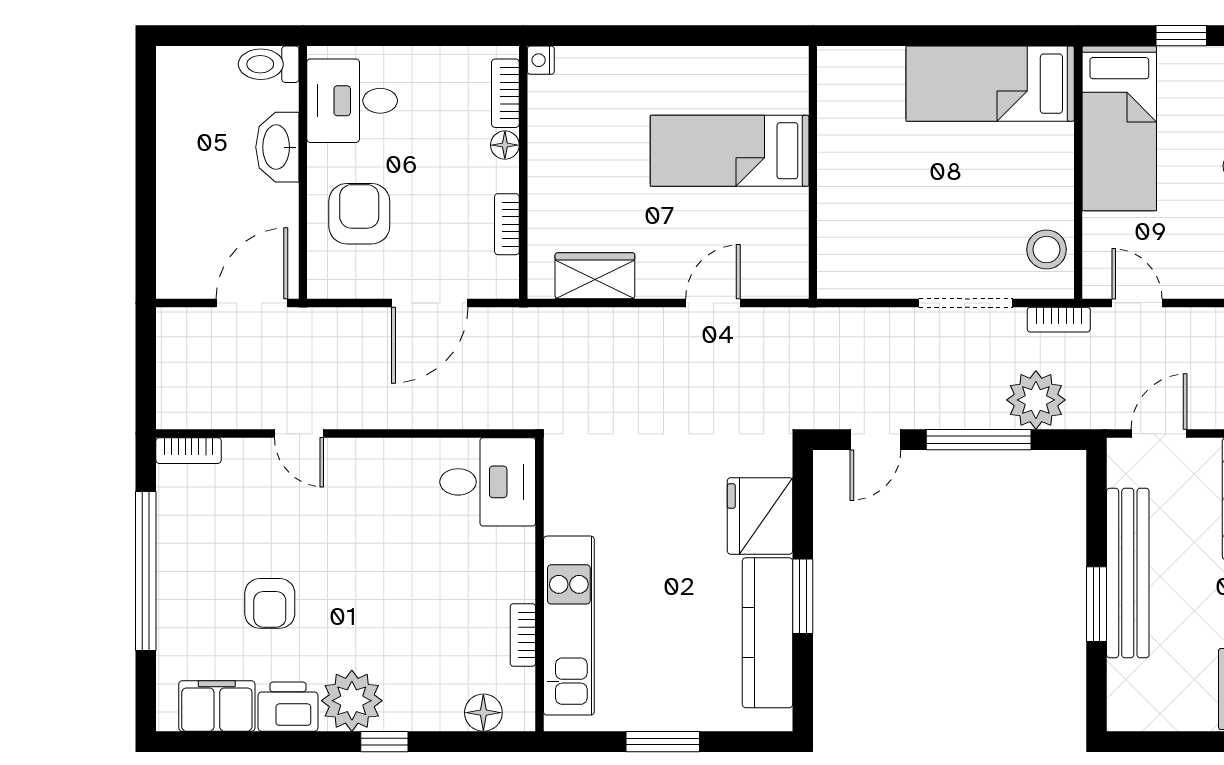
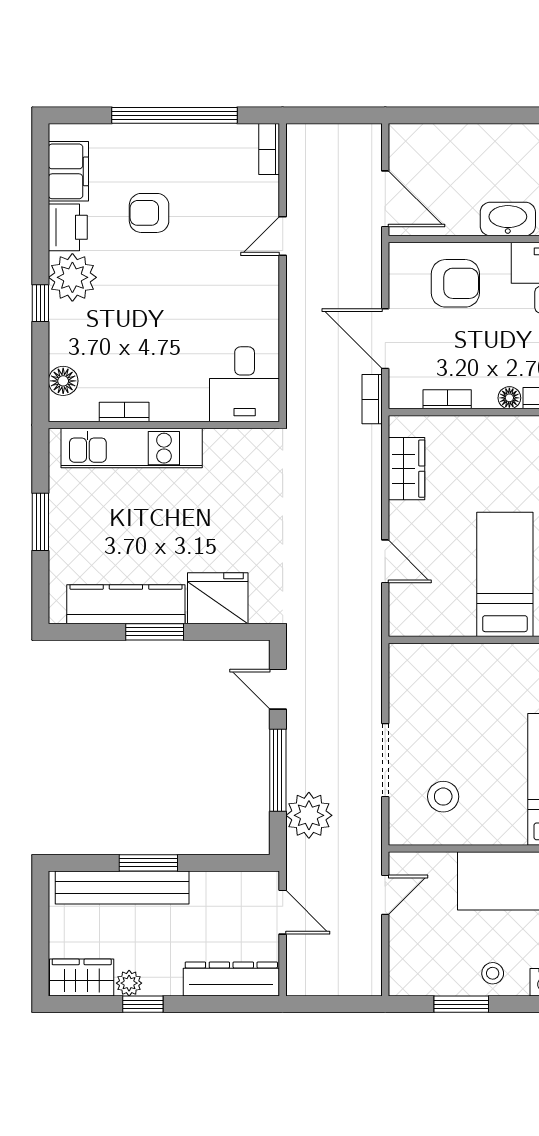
stool: (1046, 250) -> (443, 797), moved
bookcase: (1059, 320) -> (372, 399), moved
bench: (1128, 573) -> (122, 888), moved

